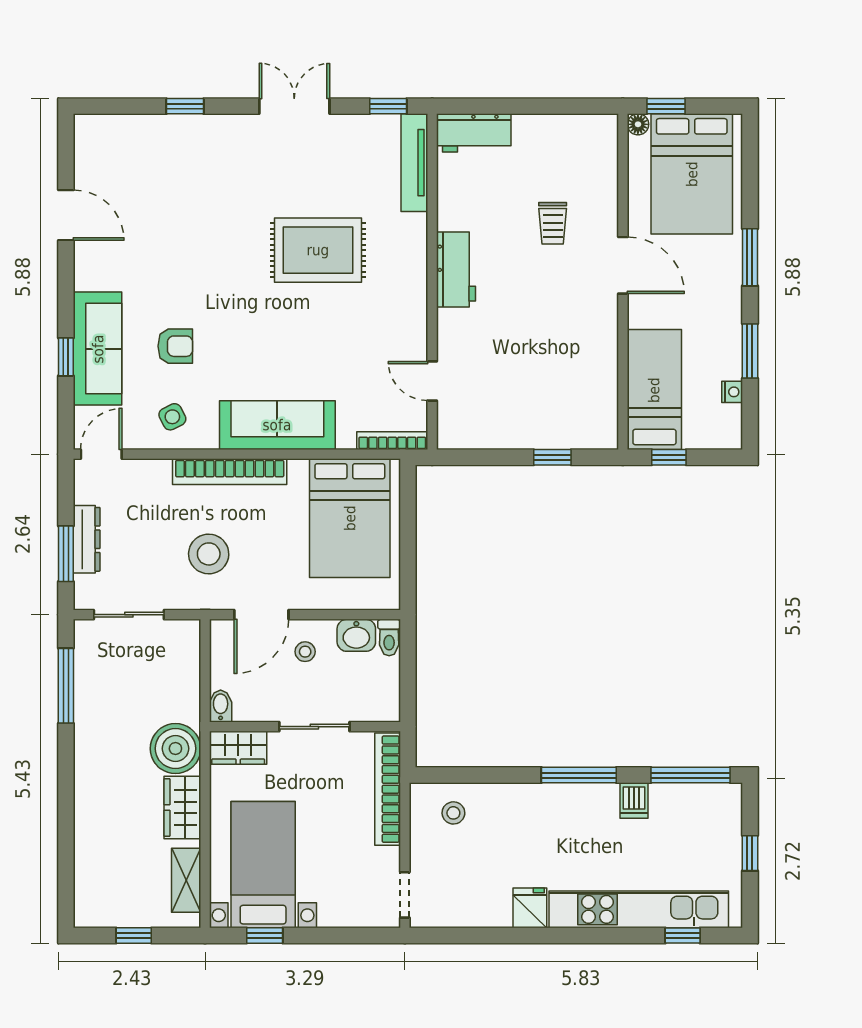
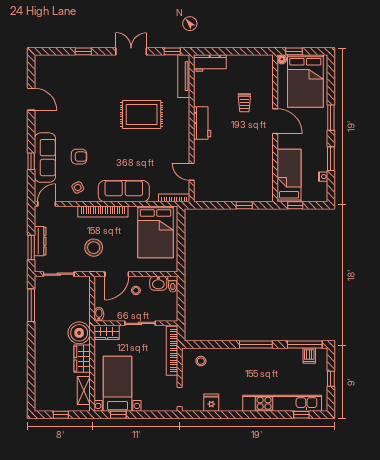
dishwasher: (634, 800) -> (309, 356), moved
fridge: (530, 908) -> (211, 403), moved

